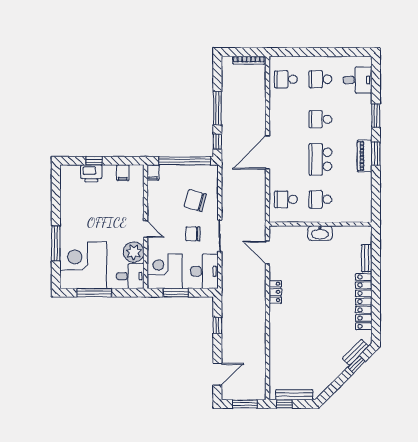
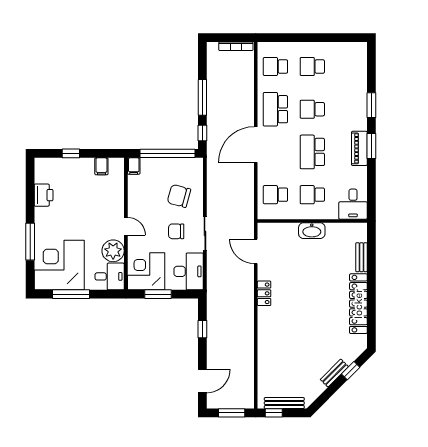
desk: (358, 80) -> (353, 204), moved, turned 90
school desk: (286, 119) -> (275, 109), added
printer: (91, 173) -> (44, 195), moved, turned -90
bench: (356, 352) -> (334, 373), moved

